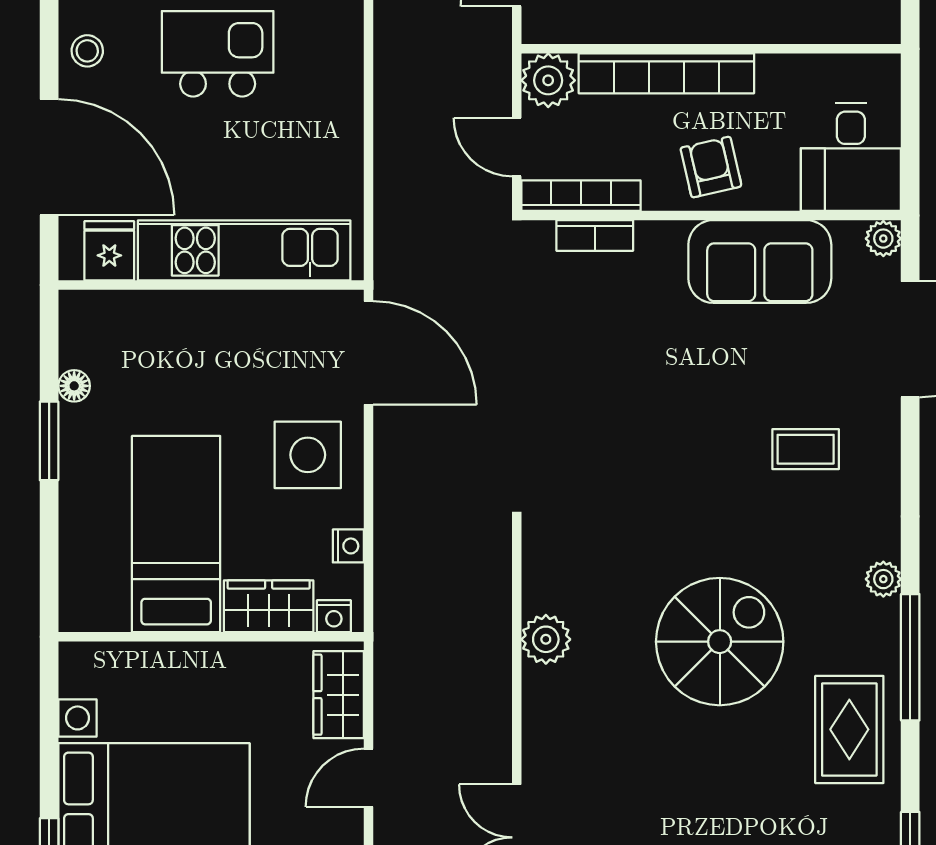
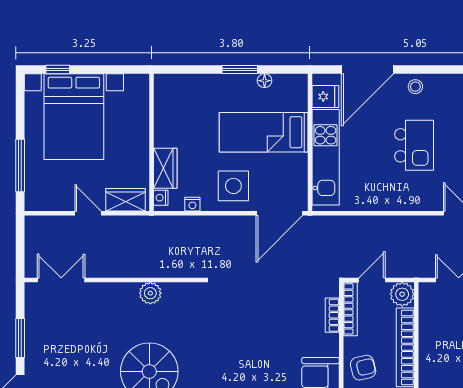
bed: (176, 534) -> (264, 132), moved, turned 180

